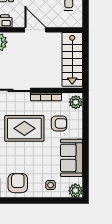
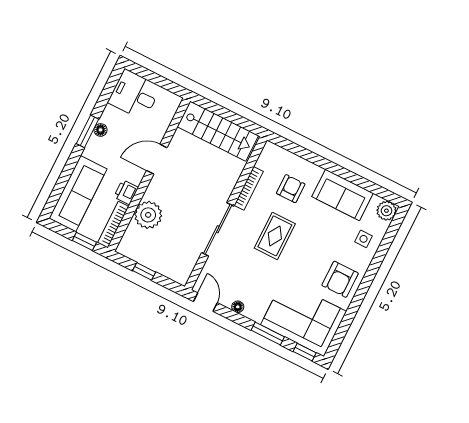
plant: (76, 102) -> (274, 154), removed
rug: (24, 128) -> (275, 236), width x0.73, depth x0.70
armchair: (18, 183) -> (340, 279), turned -90

